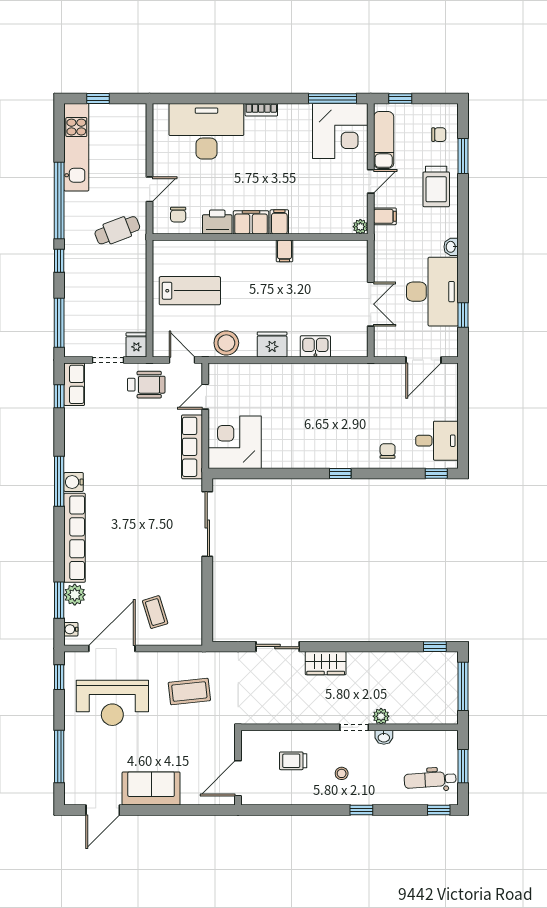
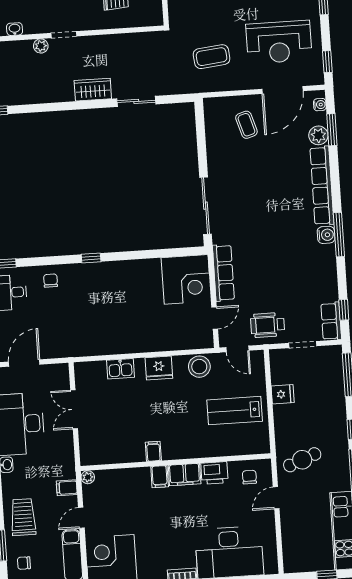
fridge: (136, 345) -> (283, 394), moved, turned -90
chair: (388, 451) -> (51, 281), turned 180
reception desk: (112, 703) -> (279, 42), turned 180
washbasin: (384, 737) -> (15, 29), moved

